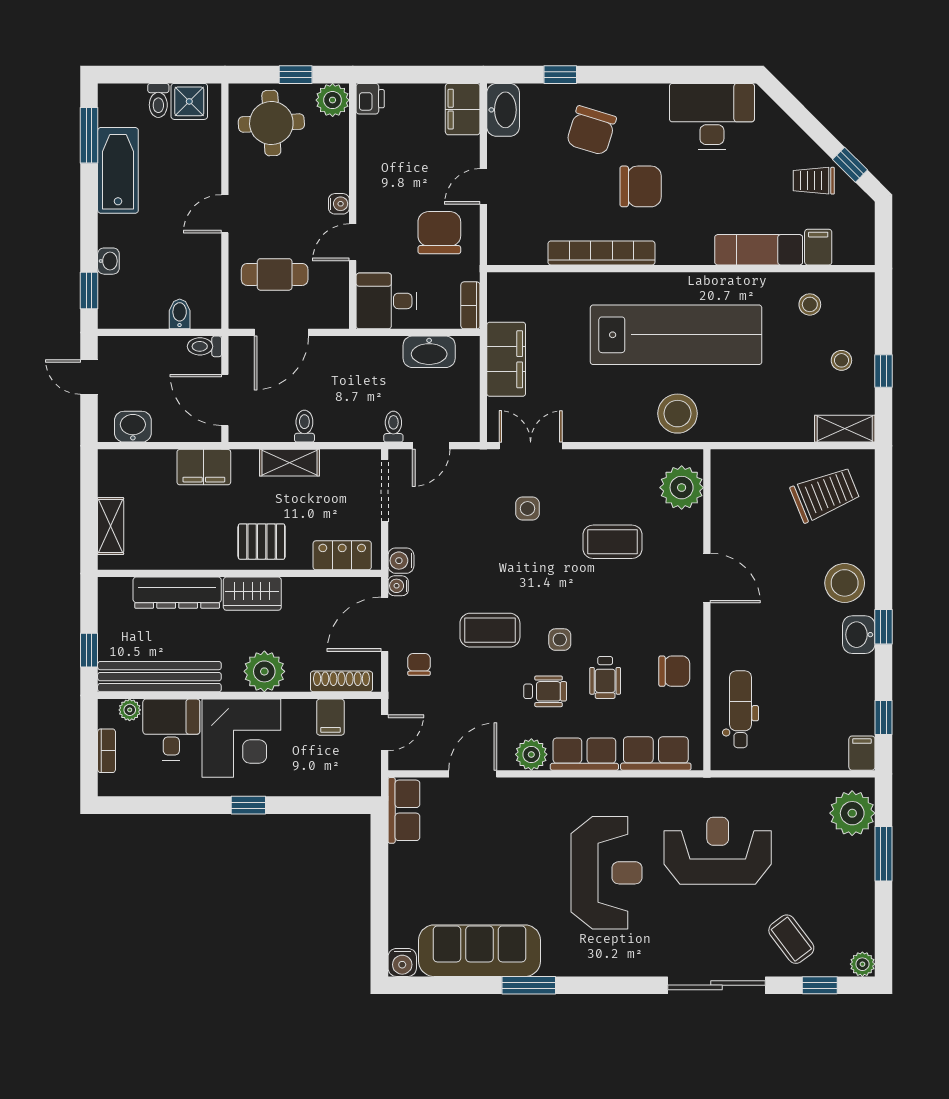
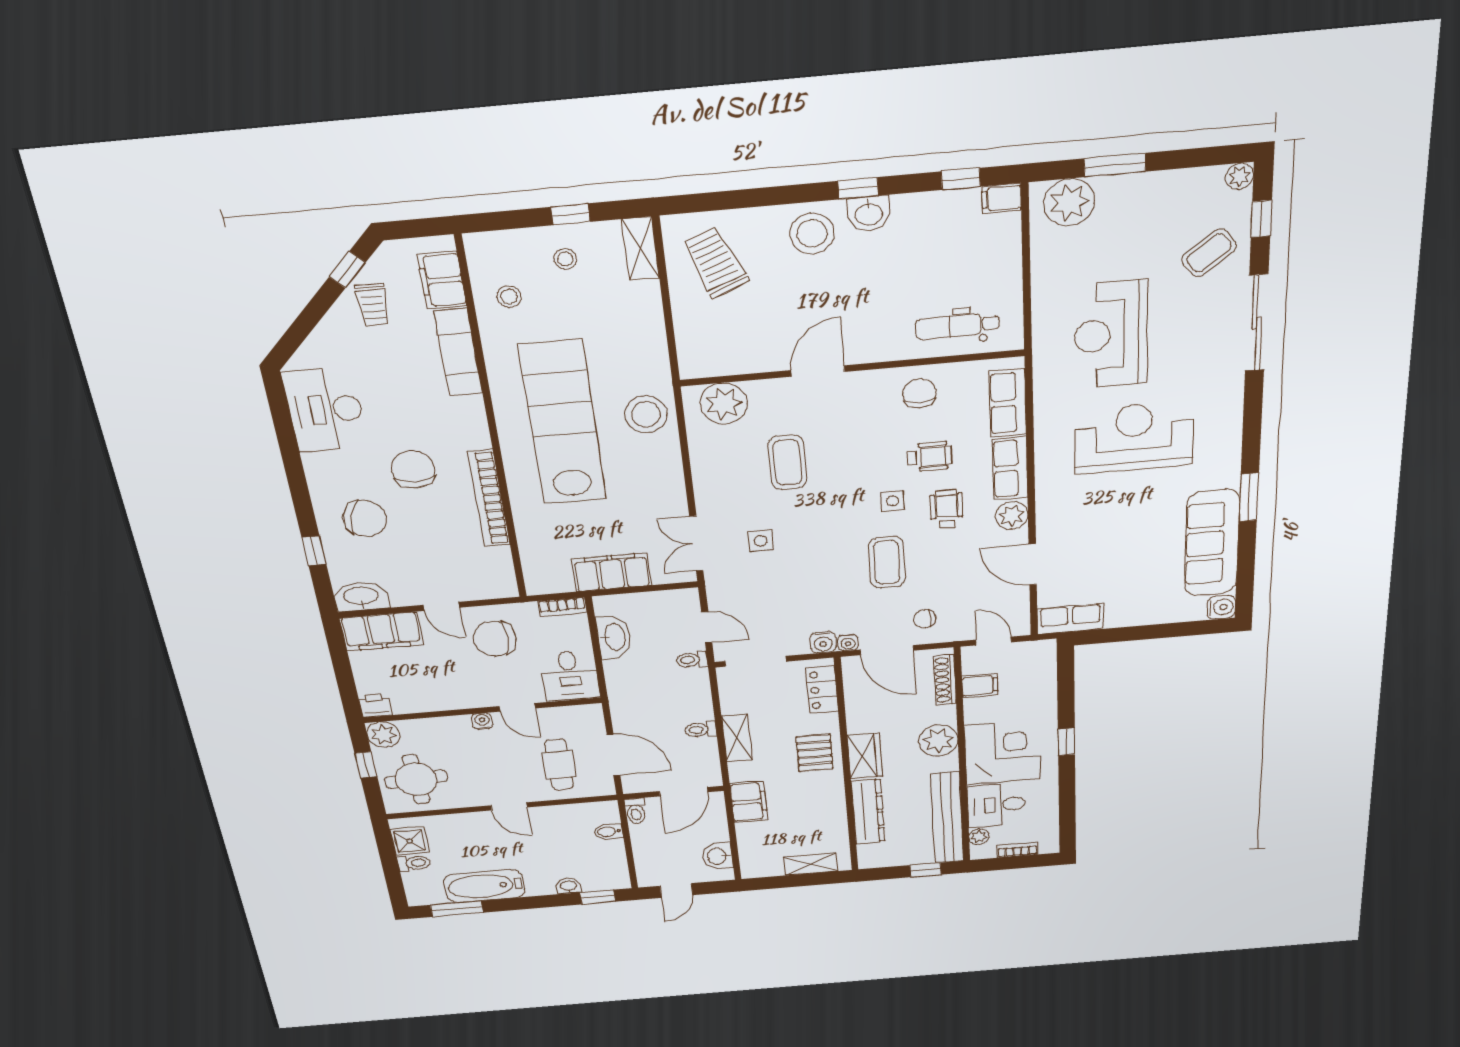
filing cabinet: (463, 109) -> (382, 631), width x1.50, depth x1.17
filing cabinet: (818, 247) -> (442, 280), width x2.00

